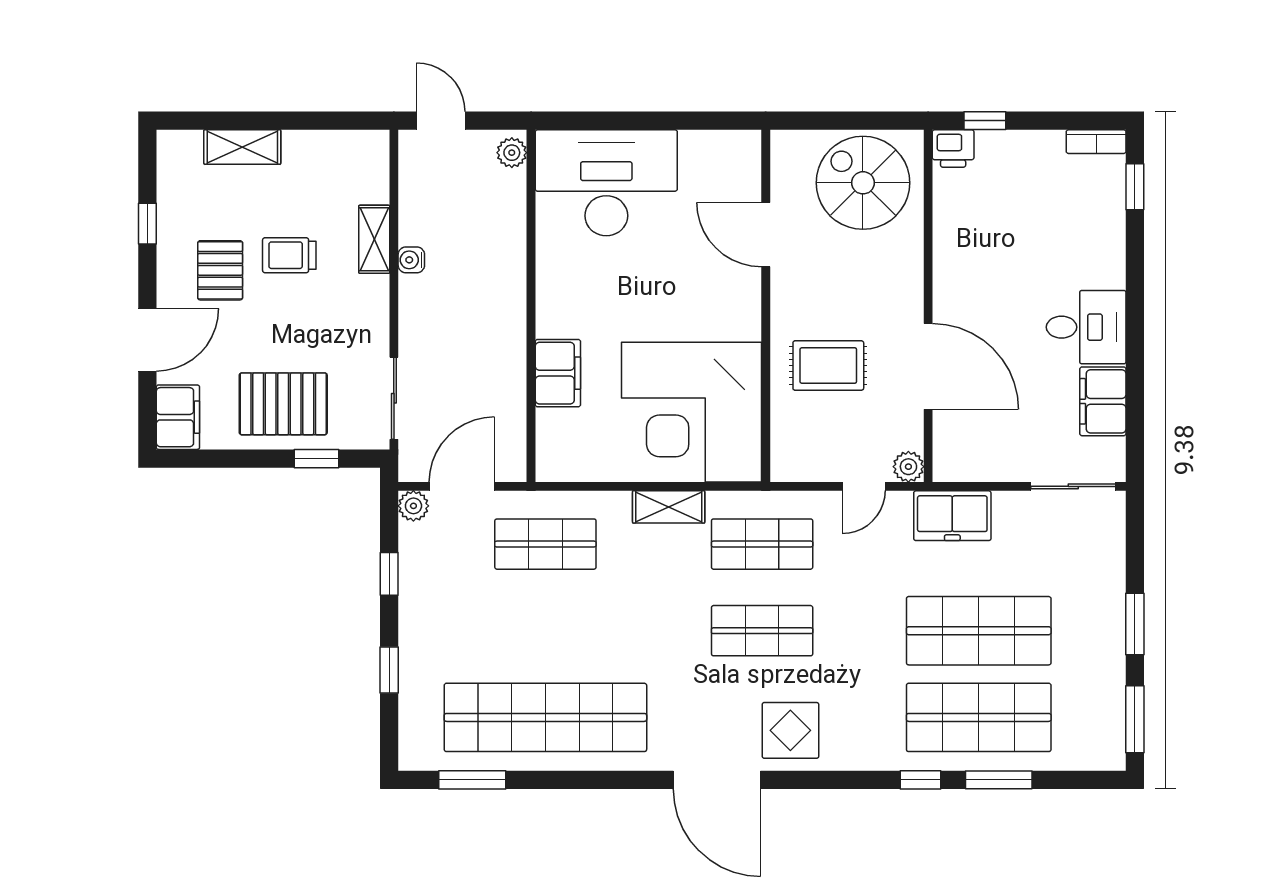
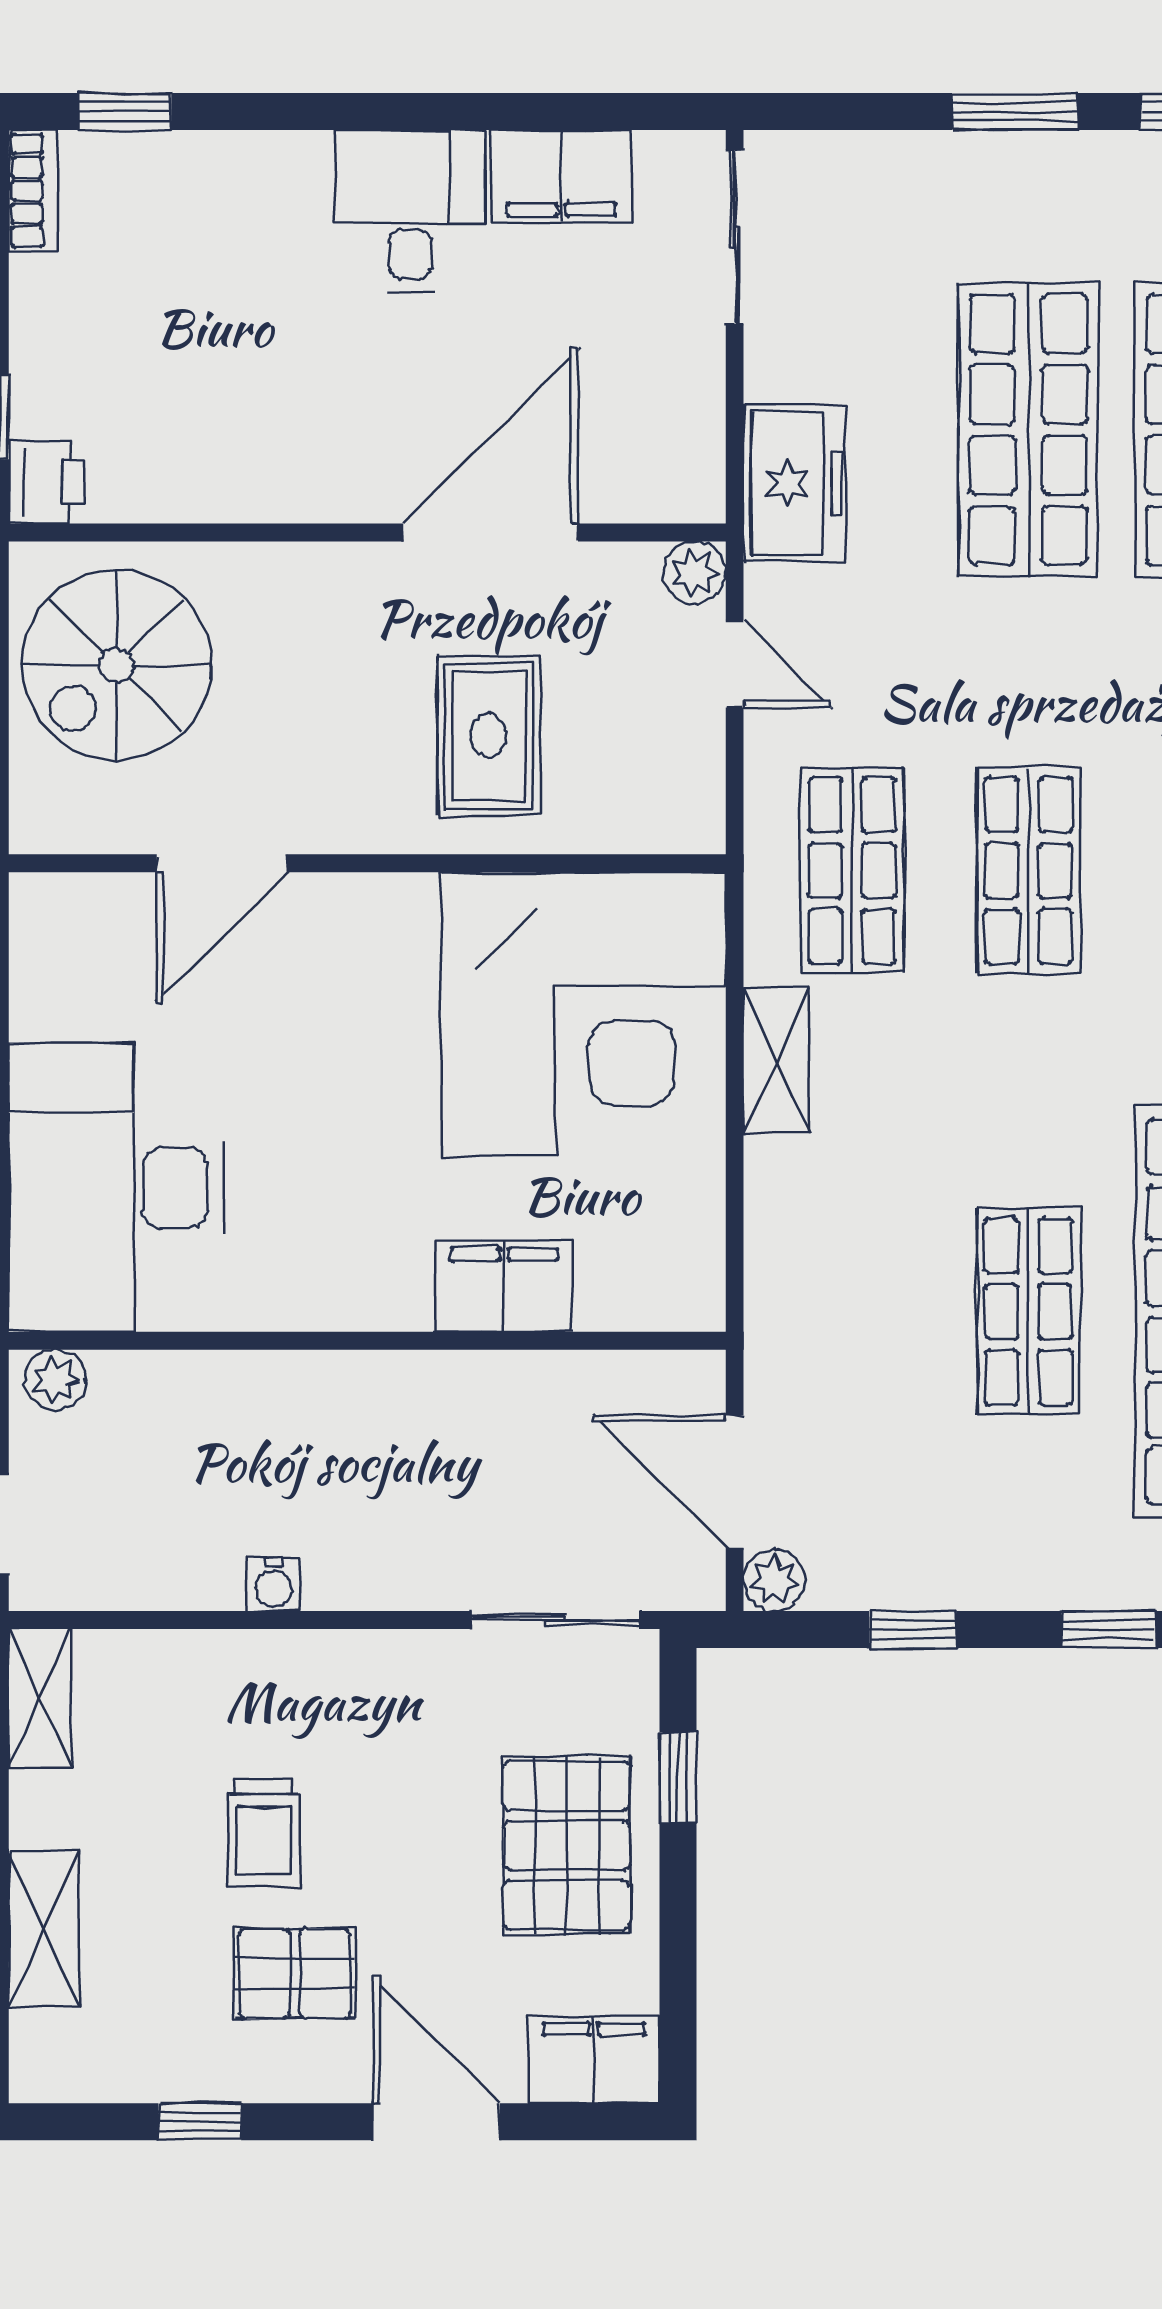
shelving: (374, 239) -> (40, 1698), moved, turned 90
shop shelf: (545, 544) -> (1028, 1312), moved

